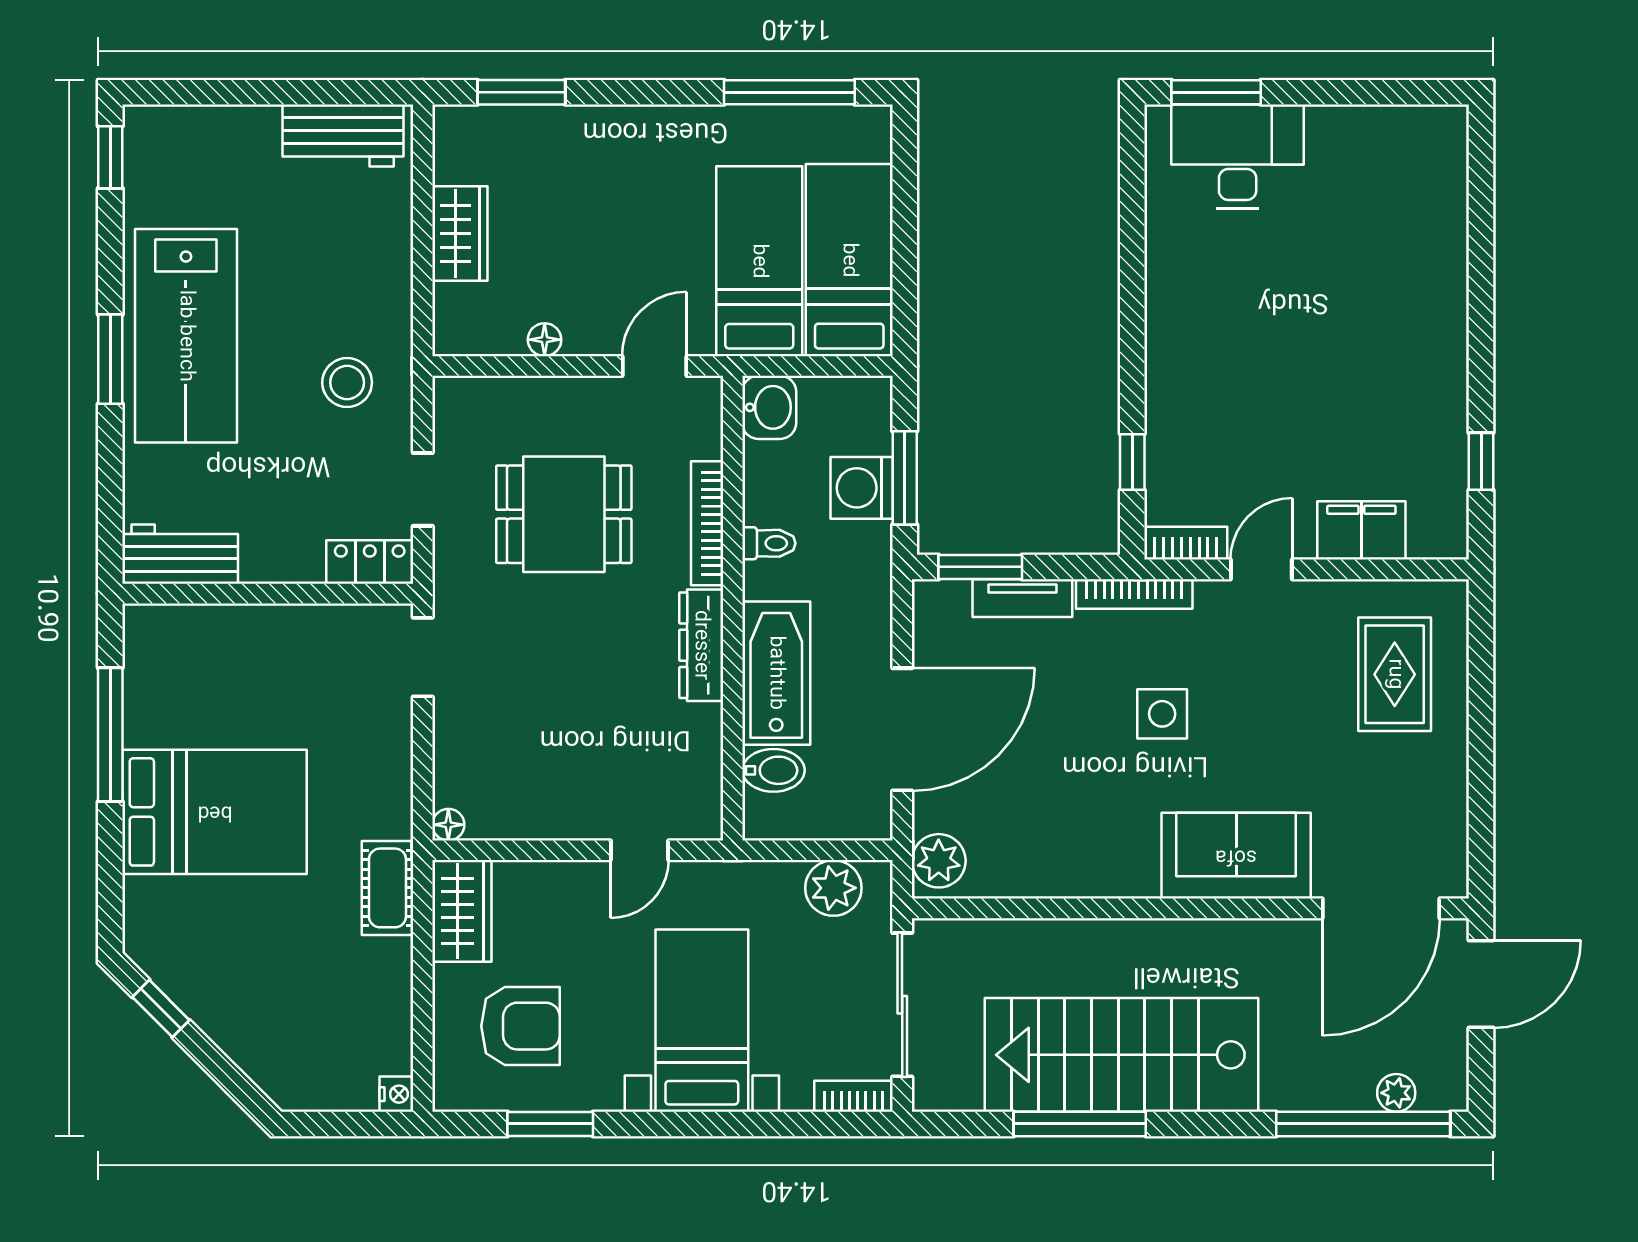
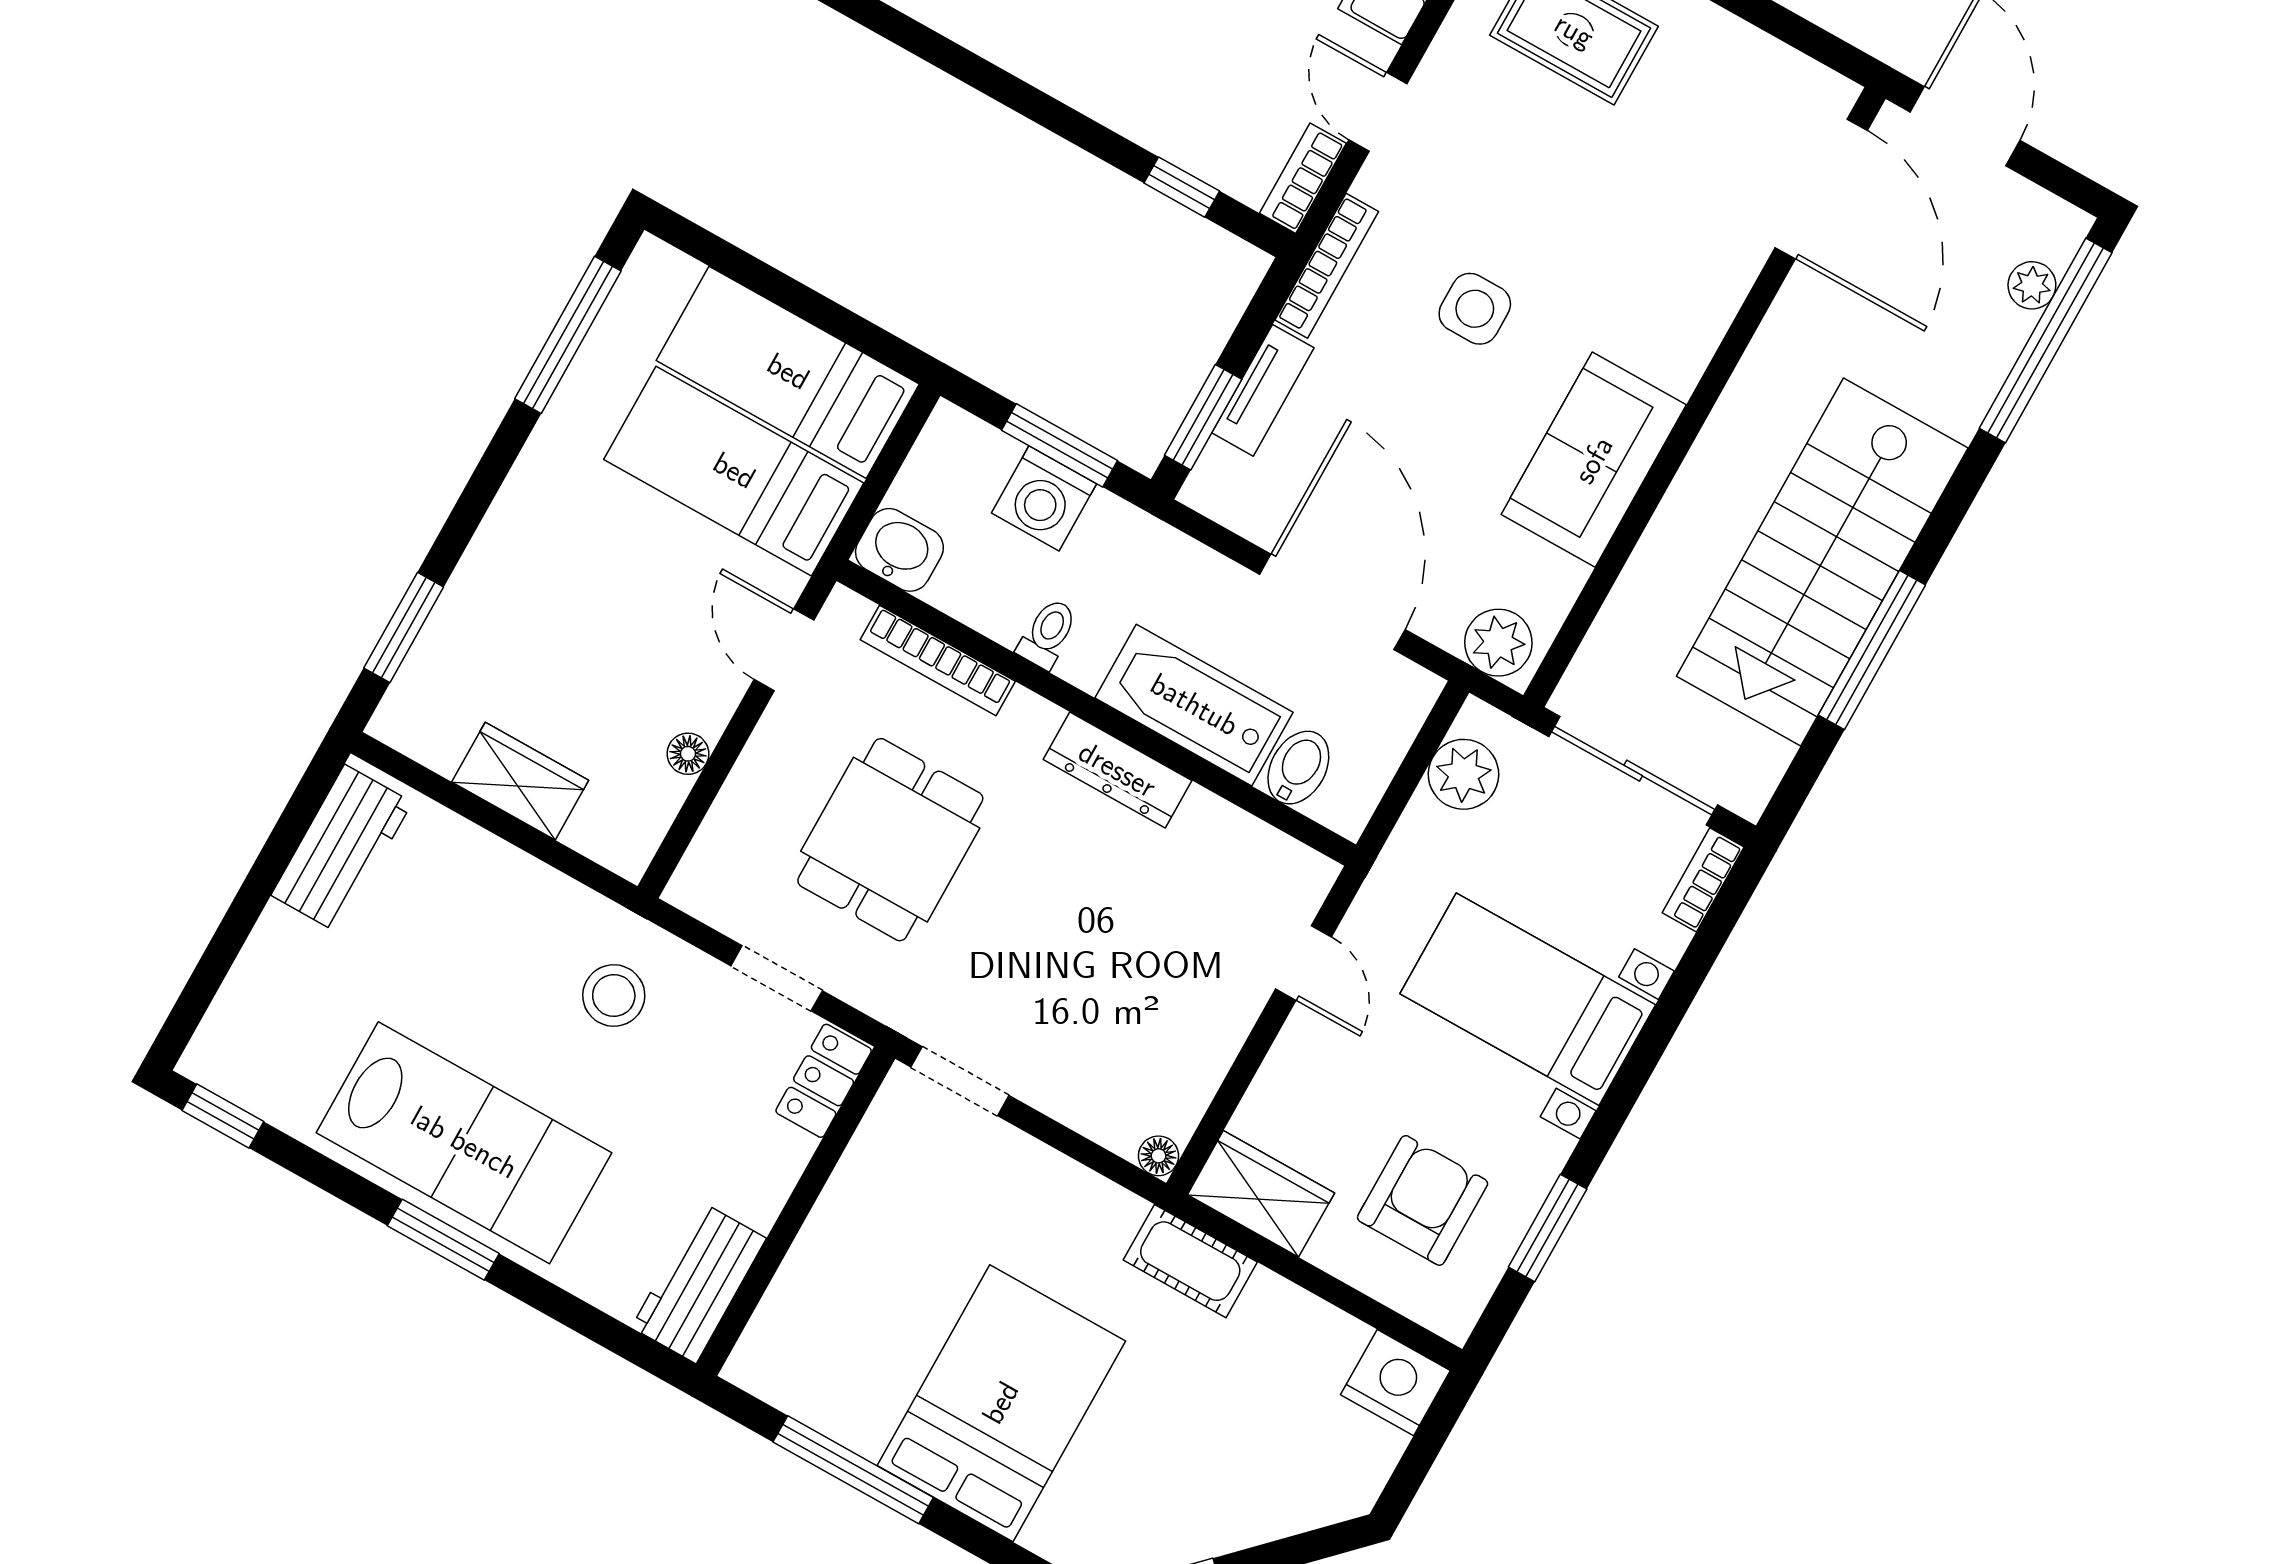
bookcase: (707, 523) -> (938, 661), moved
sofa: (1236, 856) -> (1594, 460), moved
nightstand: (396, 1094) -> (1395, 1383), width x1.89, depth x1.79

